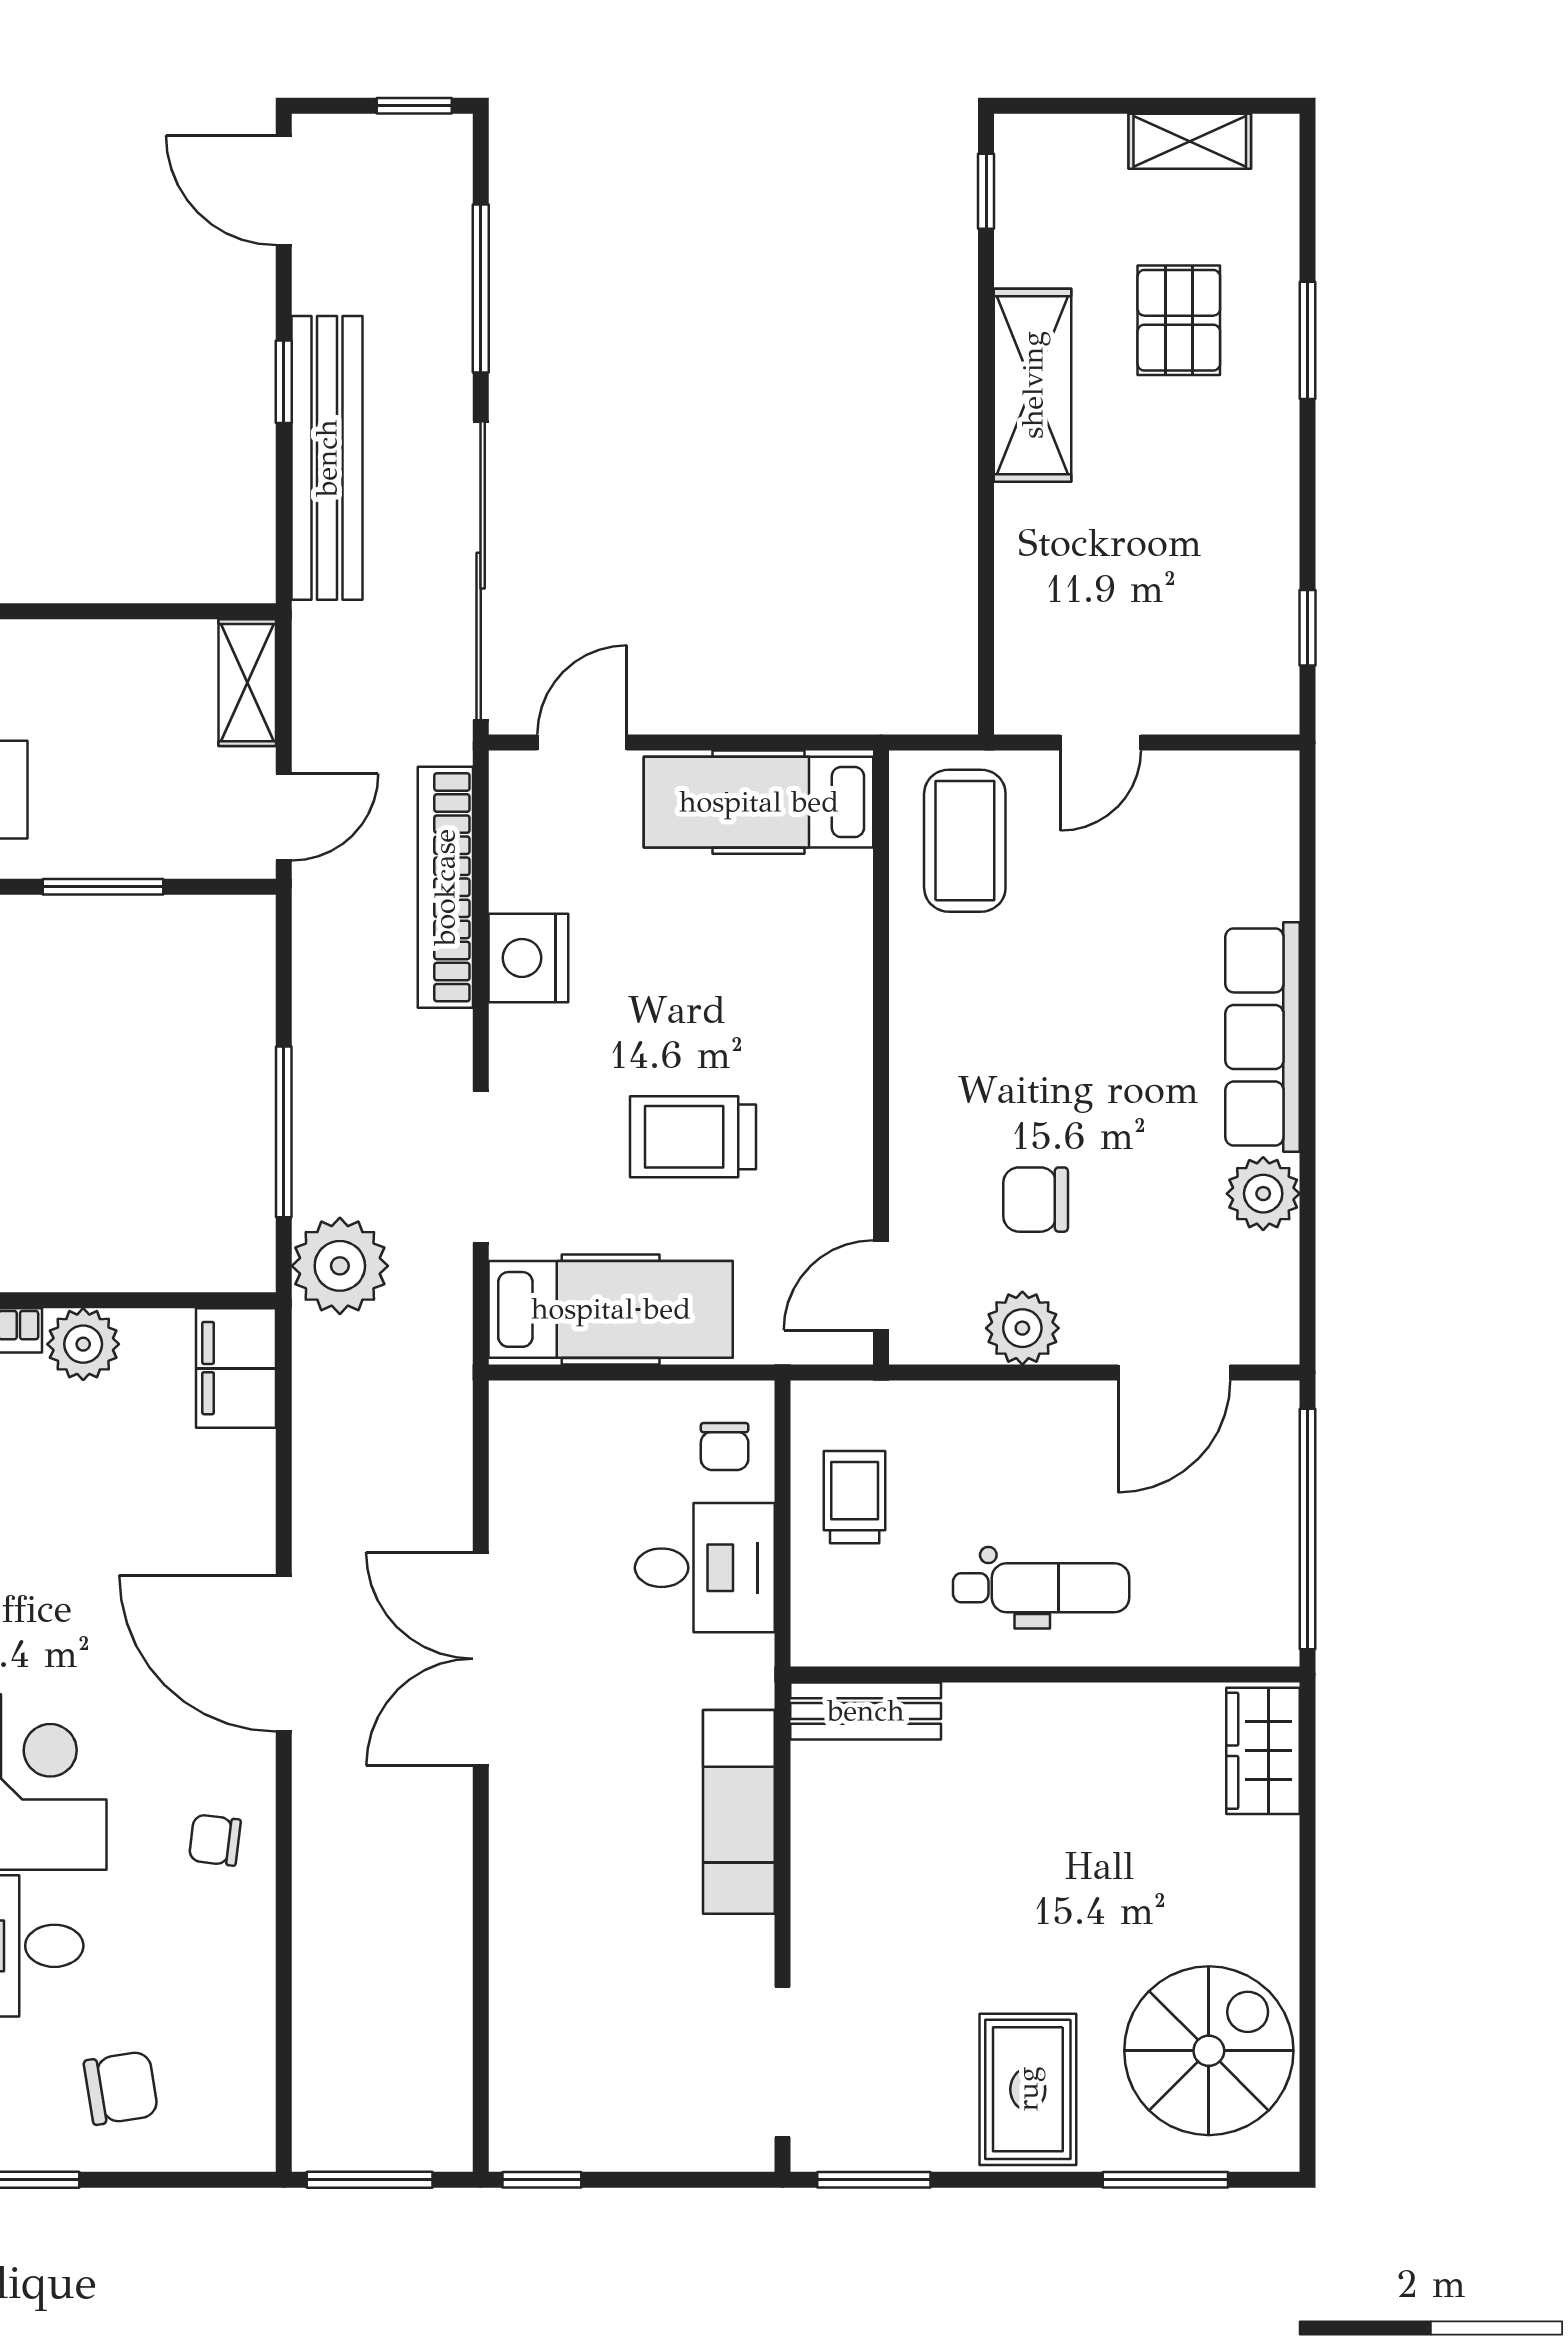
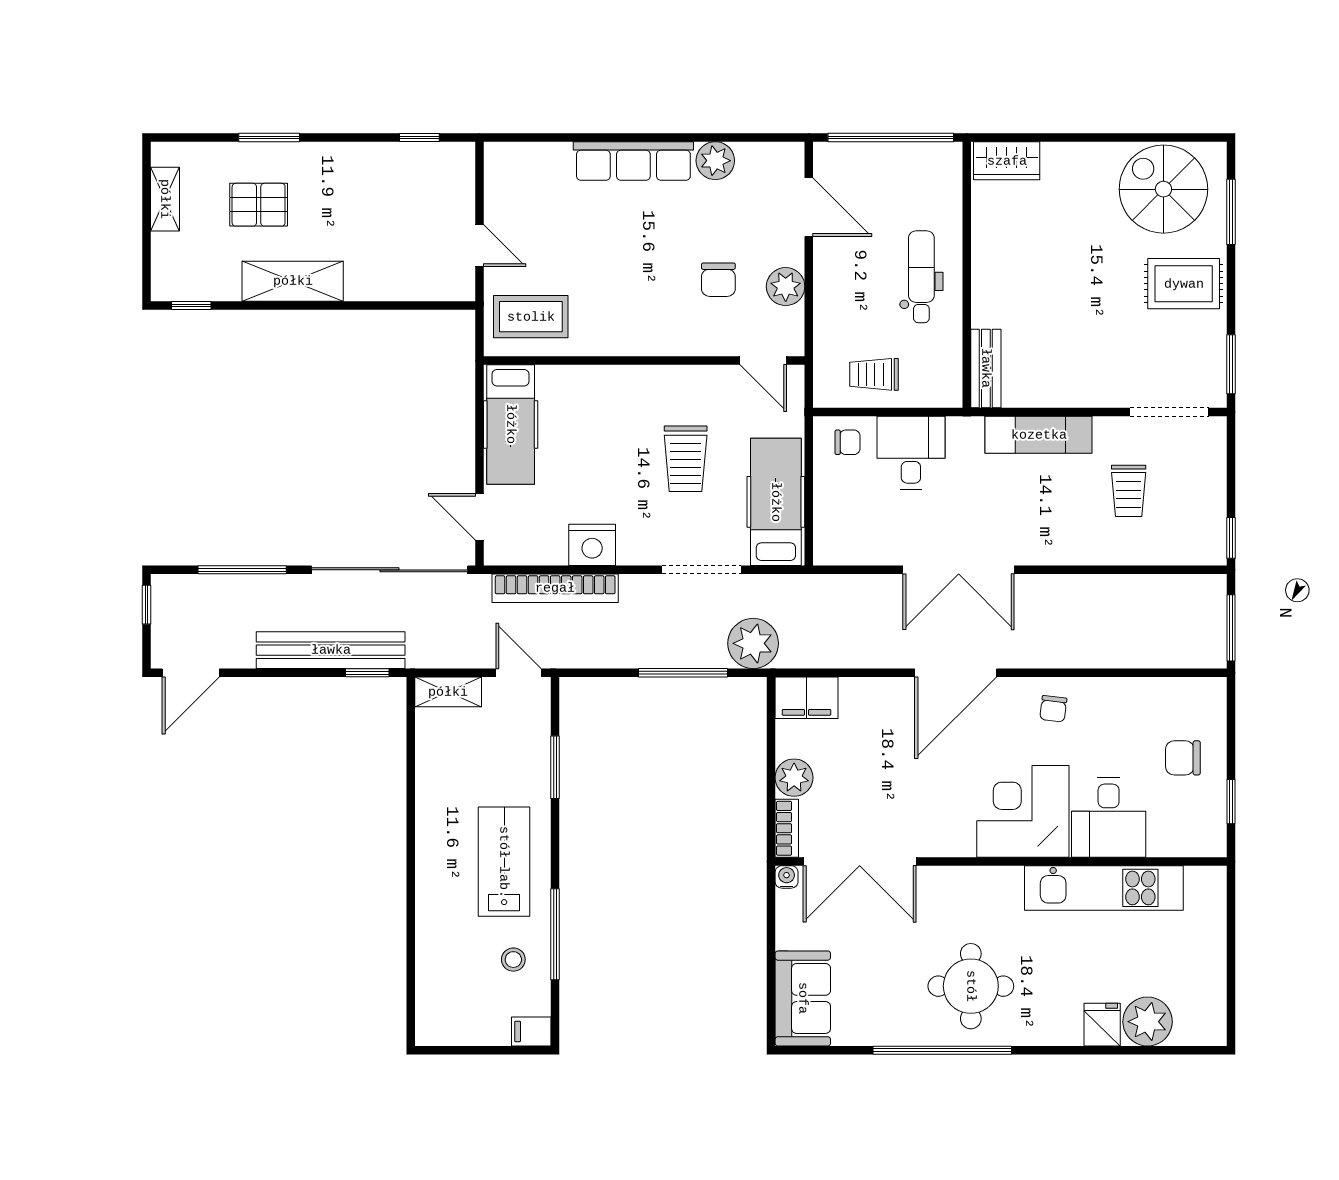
window: (284, 382) -> (367, 673), moved
trolley: (632, 1984) -> (1129, 491), added
chair: (121, 2088) -> (1183, 758), turned -81

